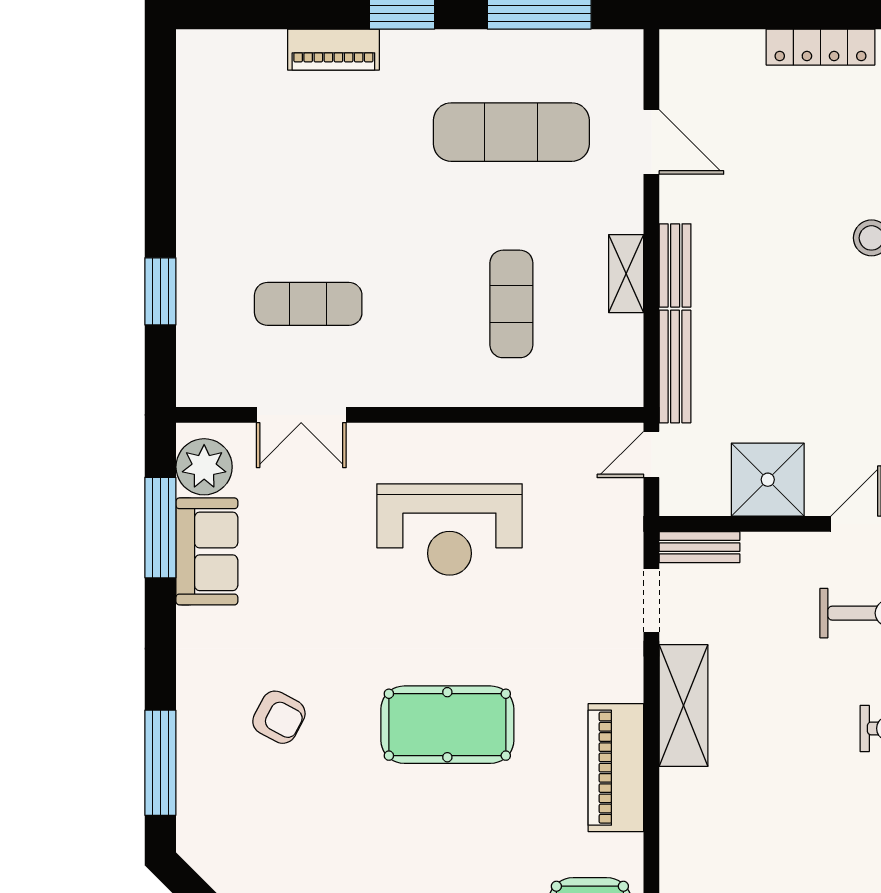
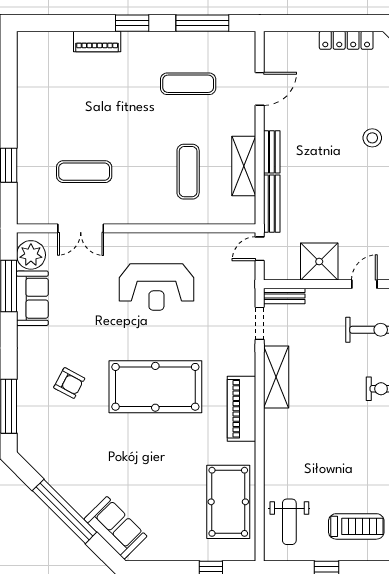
exercise mat: (511, 132) -> (188, 84), width x0.73, depth x0.69
door: (651, 142) -> (260, 89), hinge flipped
shelving: (626, 274) -> (244, 166), width x1.50, depth x1.33
pool table: (447, 725) -> (155, 387), width x1.36, depth x1.32

